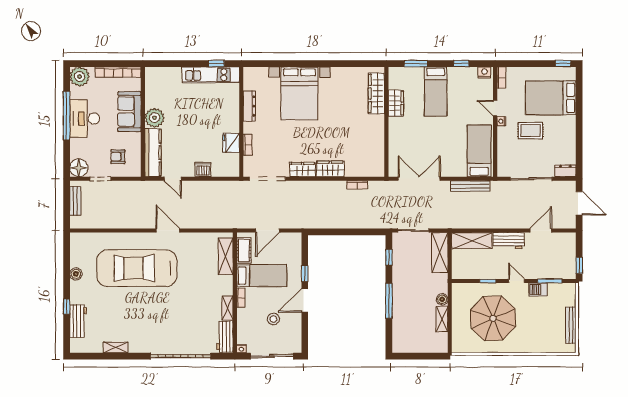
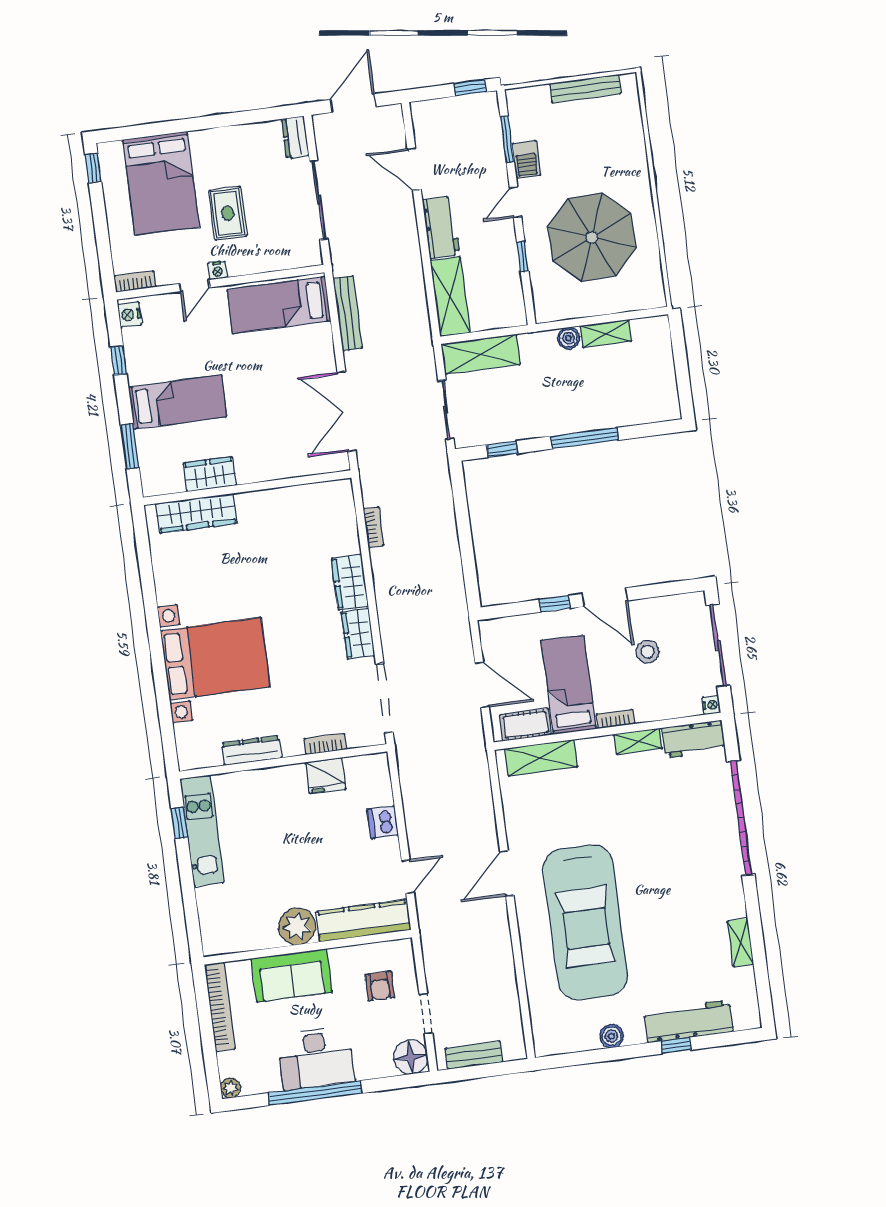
plant: (80, 77) -> (231, 1088), width x0.53, depth x0.53
workbench: (78, 321) -> (689, 1021), width x1.38

